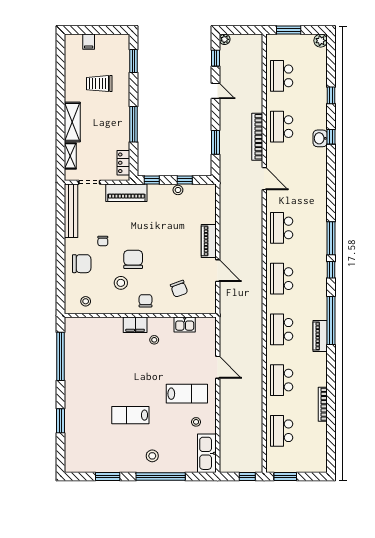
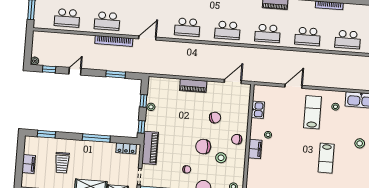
filing cabinet: (89, 42) -> (29, 164), width x2.00
door: (218, 271) -> (233, 82), moved
chair: (179, 289) -> (215, 118), moved

